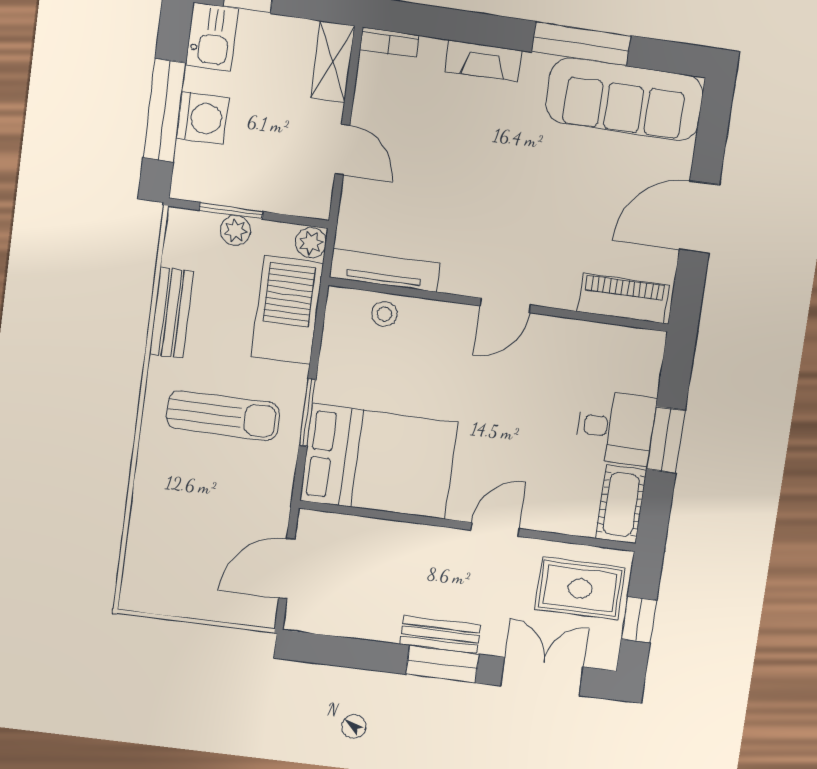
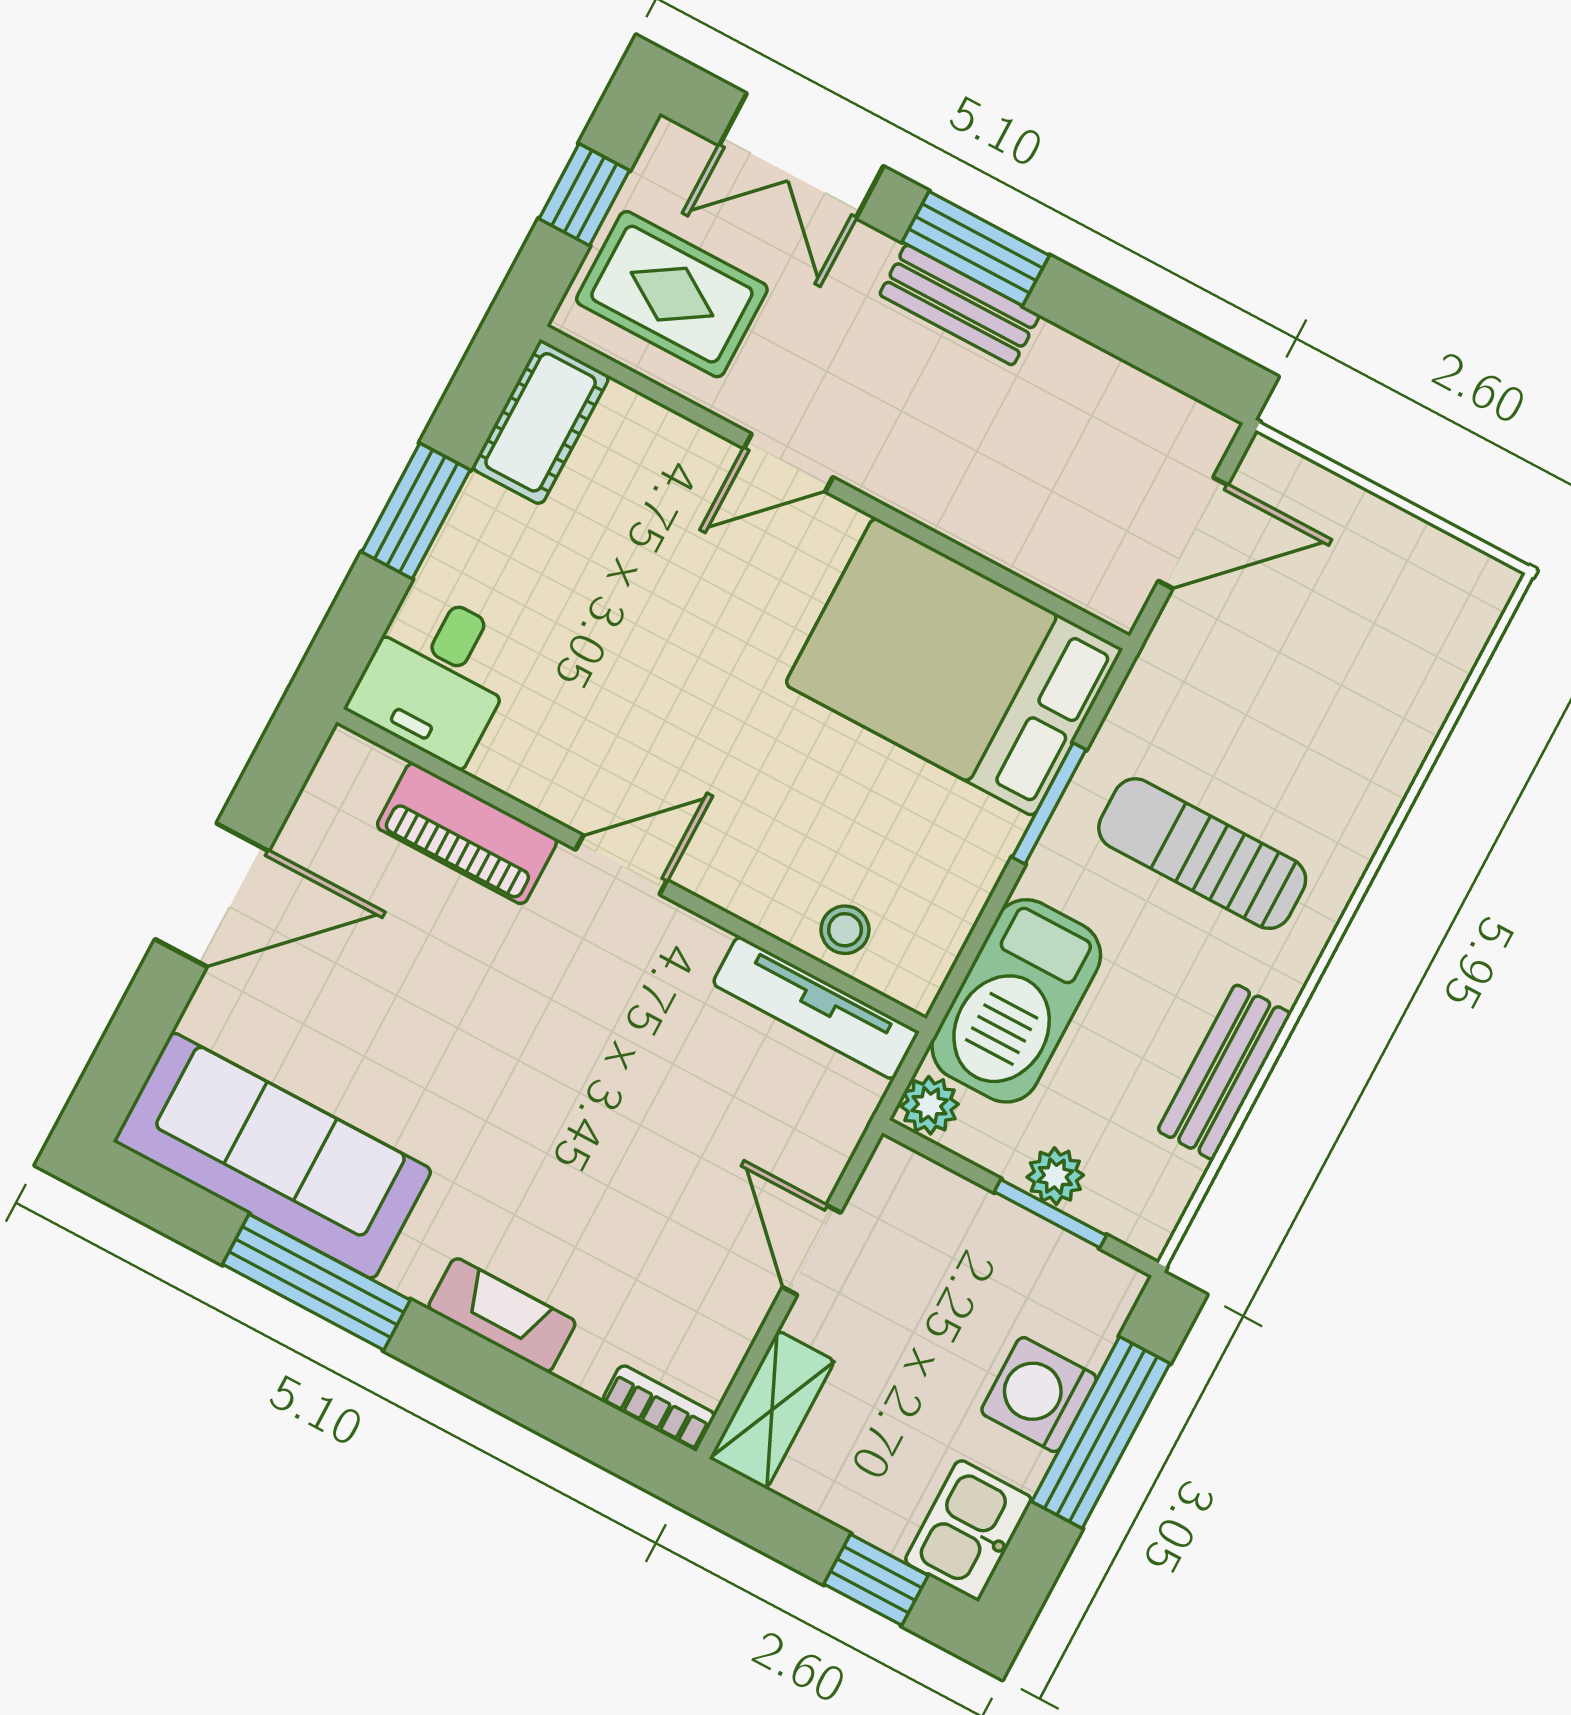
piano: (624, 298) -> (467, 833), moved
desk: (616, 428) -> (437, 676), moved, turned -90

